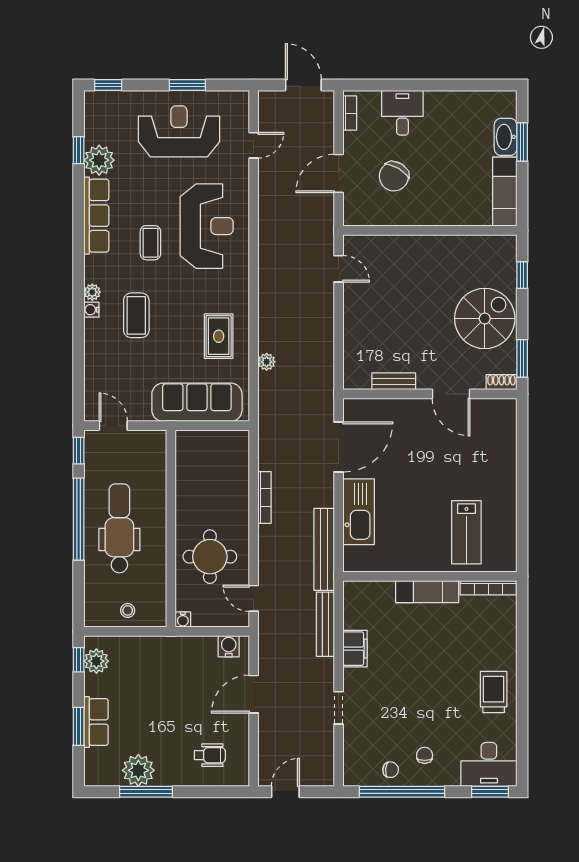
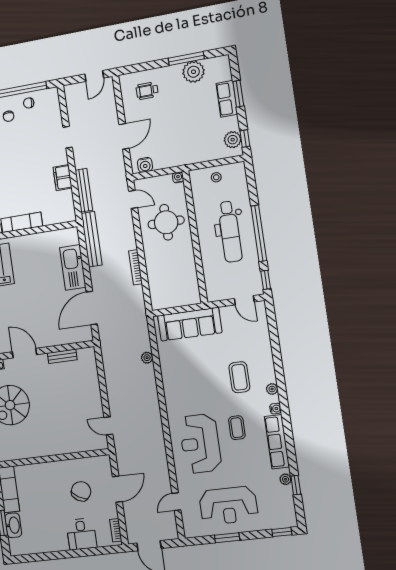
plant: (99, 160) -> (285, 479), width x0.53, depth x0.53
water cooler: (91, 310) -> (275, 409), moved
rug: (219, 336) -> (181, 370), removed

